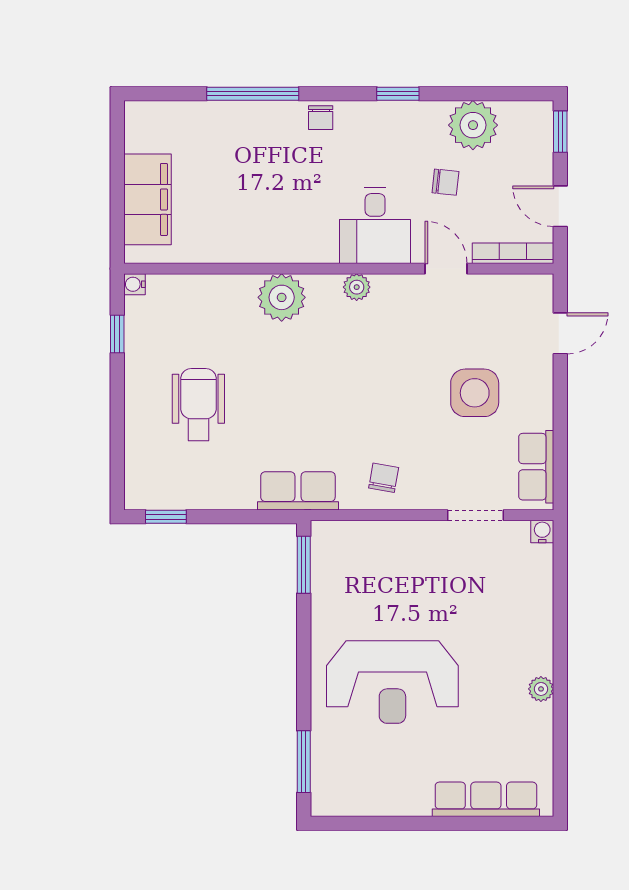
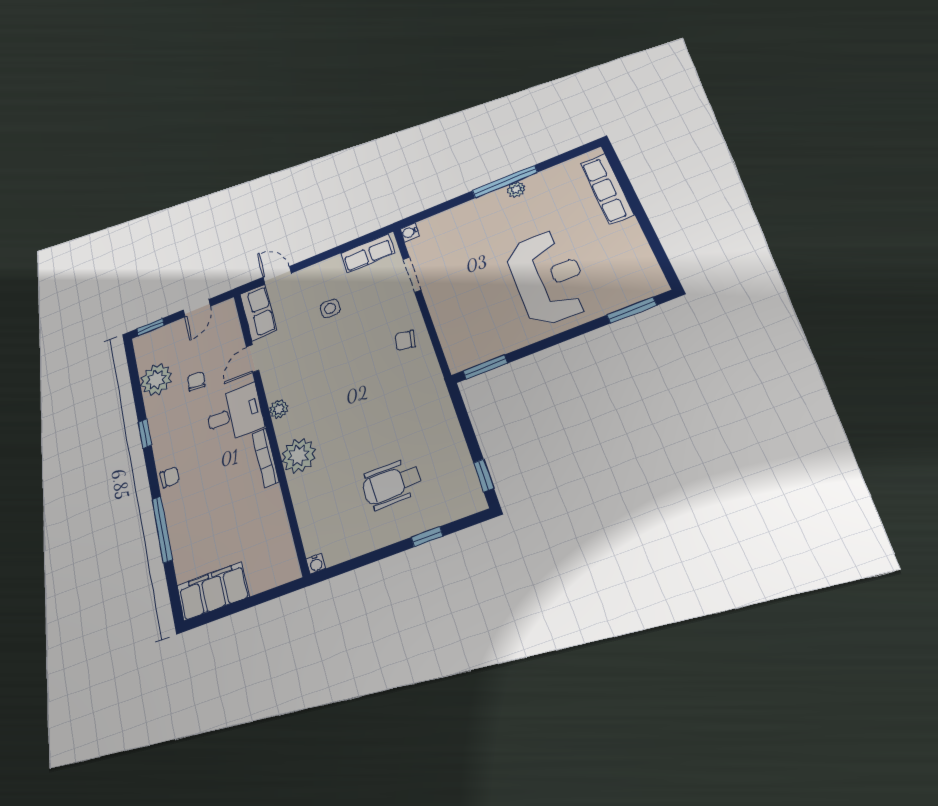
filing cabinet: (147, 199) -> (213, 591), moved
bookcase: (513, 253) -> (265, 458), moved
window: (117, 334) -> (427, 537), moved
side table: (475, 393) -> (330, 308), width x0.54, depth x0.54
row of seats: (298, 491) -> (258, 312), moved, turned 180
window: (560, 679) -> (505, 182), added

